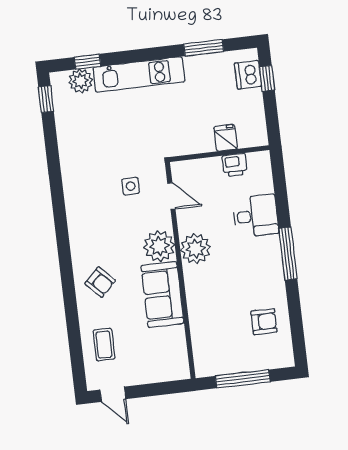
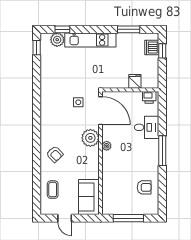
printer: (235, 165) -> (149, 97), moved
door: (171, 196) -> (101, 111), width x1.87
plant: (195, 249) -> (107, 146), width x0.53, depth x0.53
sofa: (162, 294) -> (89, 197), moved
door: (113, 394) -> (65, 218), moved

